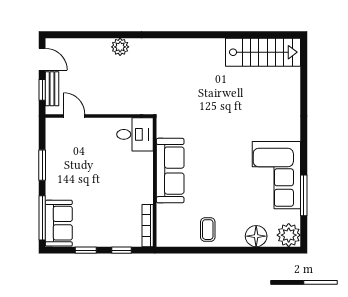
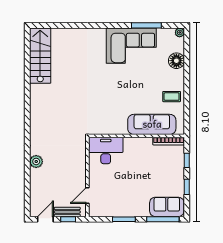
desk: (135, 134) -> (106, 150), width x1.37
sofa: (170, 171) -> (152, 124), moved
plant: (289, 235) -> (180, 32), width x0.53, depth x0.53

